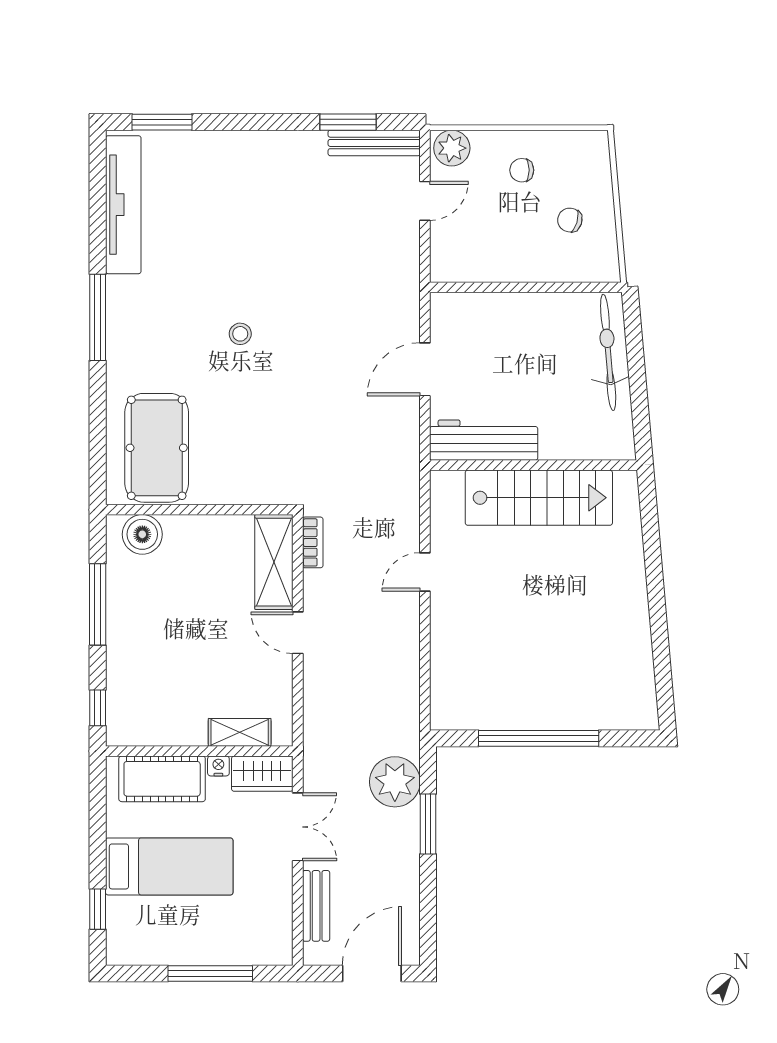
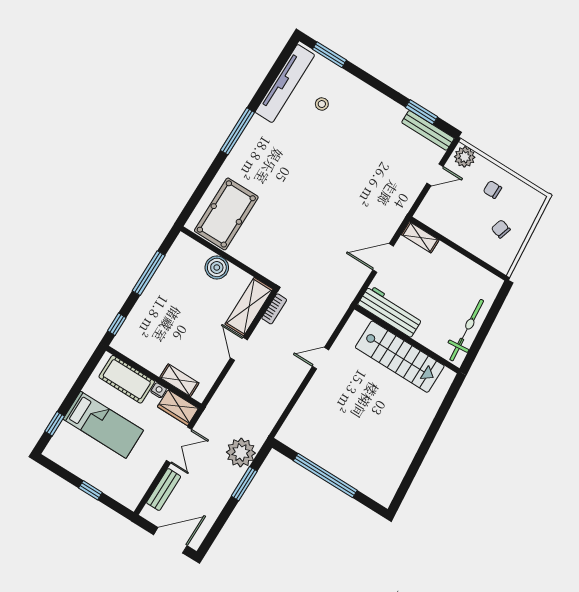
shelving: (460, 305) -> (420, 237), added
stool: (240, 334) -> (322, 104), moved
bicycle: (608, 352) -> (467, 330), moved
boiler: (142, 534) -> (217, 267), moved
window: (210, 973) -> (90, 490), width x0.46

